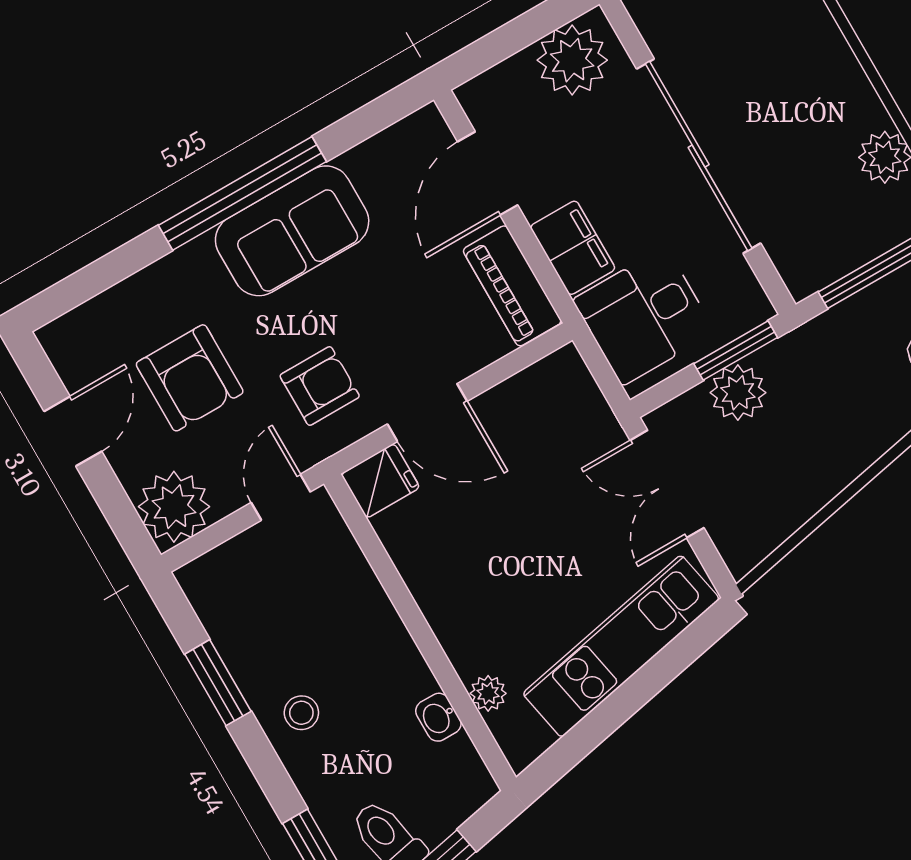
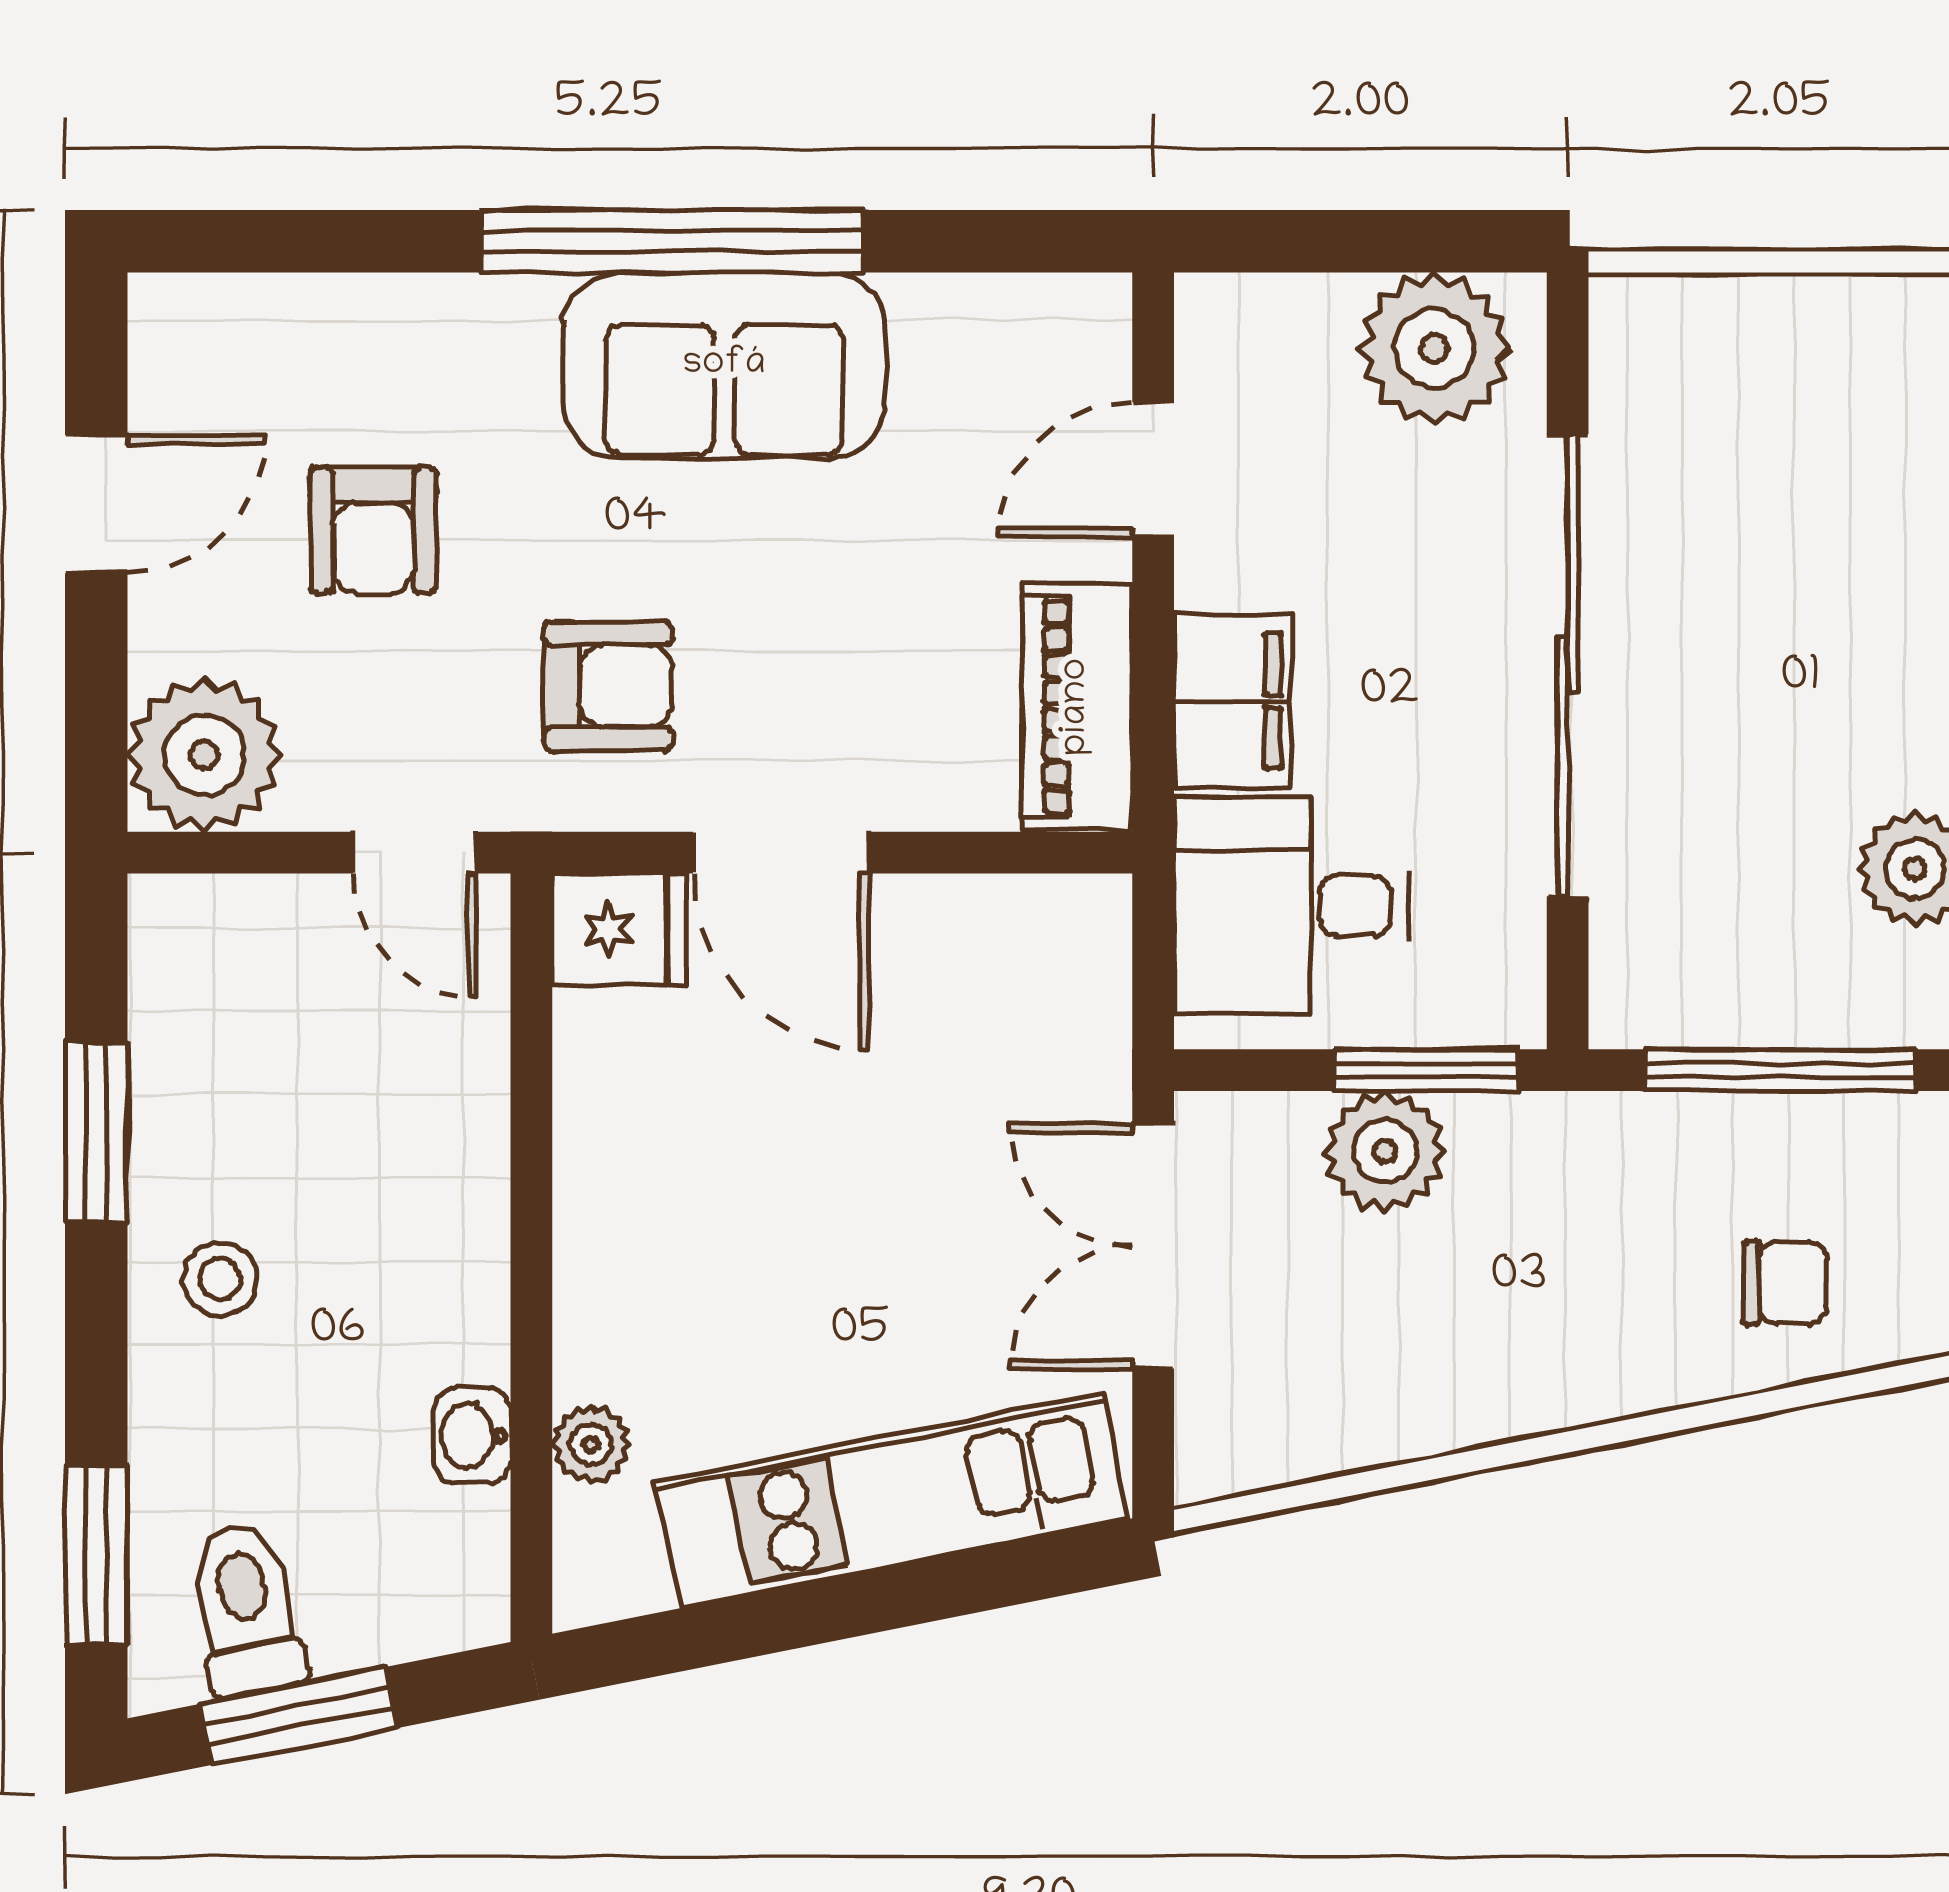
door: (488, 173) -> (1153, 469), width x0.73
armchair: (190, 378) -> (373, 530), width x0.72, depth x0.72
door: (281, 497) -> (415, 853), swing flipped

